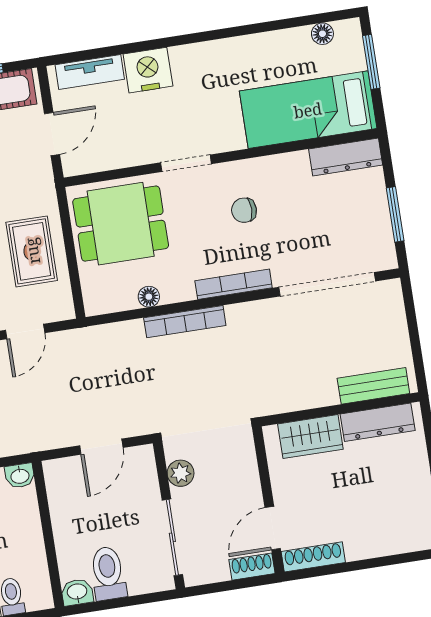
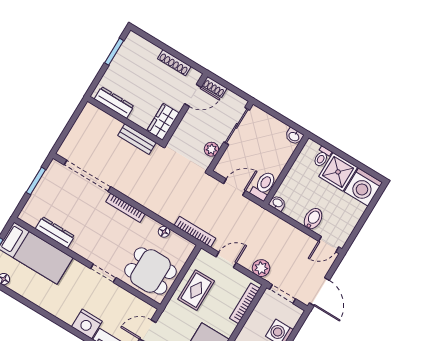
dresser: (346, 157) -> (55, 232), moved
chair: (244, 210) -> (96, 234), removed
bookcase: (185, 322) -> (195, 232), moved
bench: (373, 386) -> (137, 139), moved
wardrobe: (310, 437) -> (163, 122), moved, turned -90
shoe rack: (313, 557) -> (174, 63), moved
toilet: (108, 573) -> (264, 186), moved, turned 180

